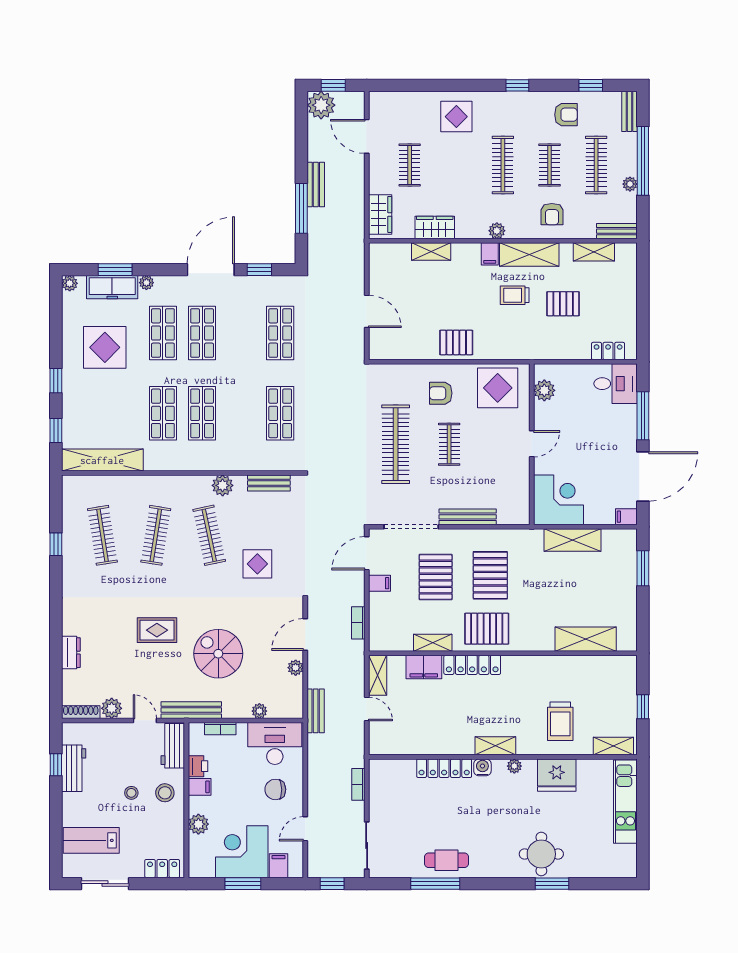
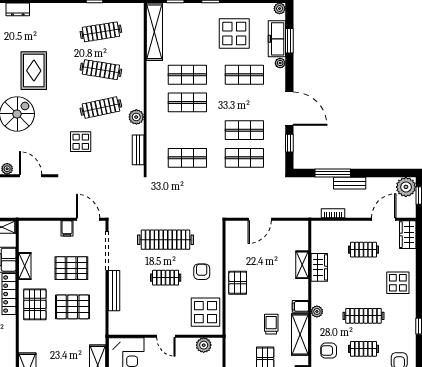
wardrobe: (380, 214) -> (408, 235), moved, turned 90
shop shelf: (202, 333) -> (244, 130), moved
bookcase: (358, 623) -> (333, 213), moved
rug: (157, 630) -> (34, 71), width x1.36, depth x1.43

